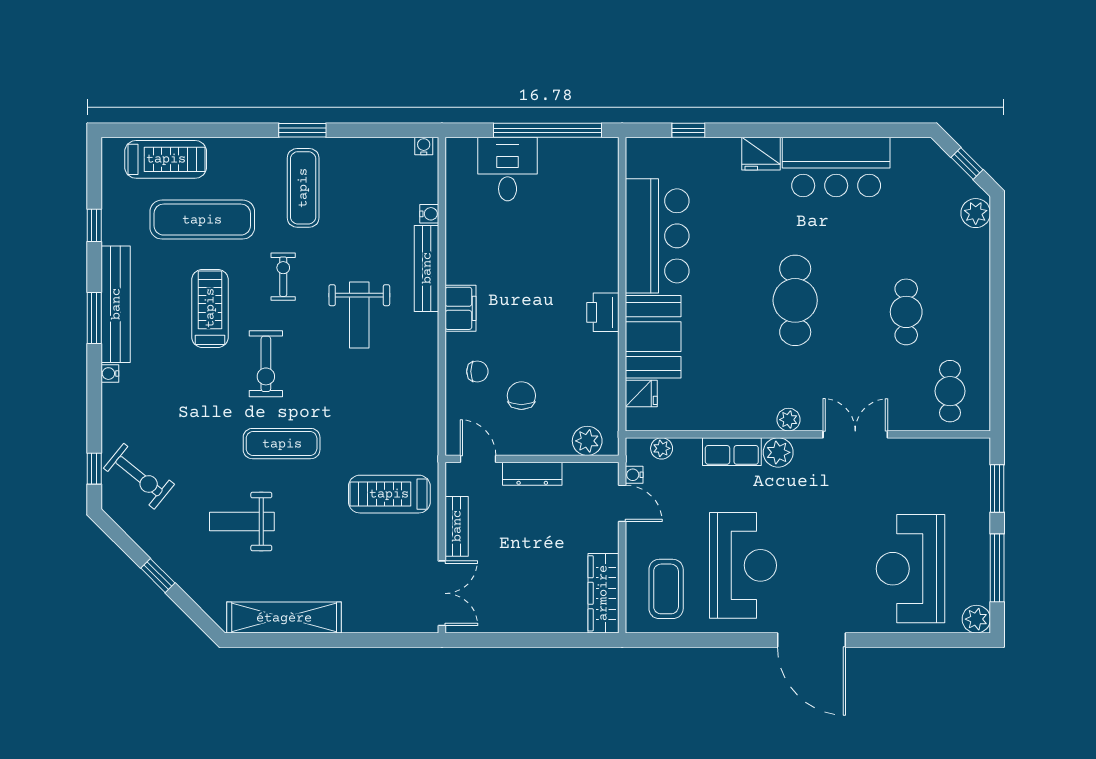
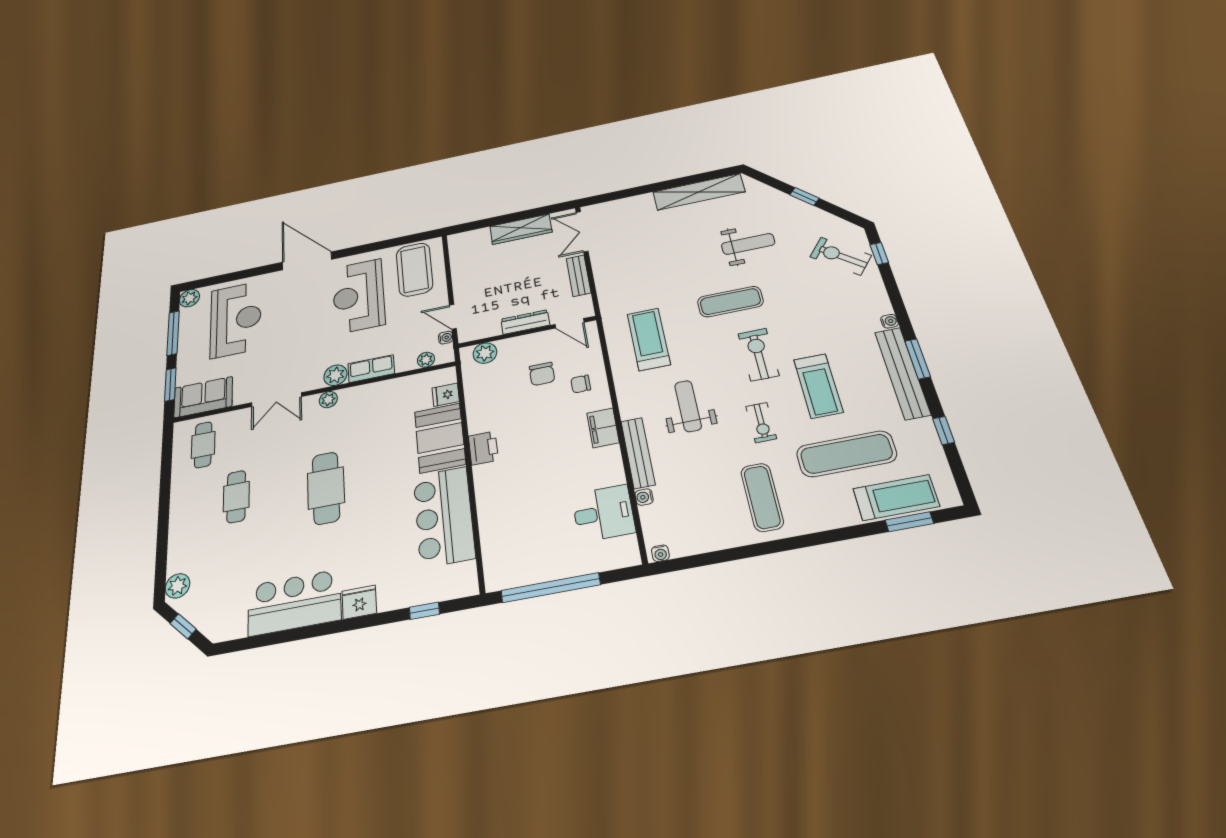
window: (302, 130) -> (909, 522), moved
treadmill: (166, 159) -> (896, 497), turned 180
desk: (508, 169) -> (603, 513), moved, turned -90
sofa: (952, 460) -> (203, 397), added
treadmill: (389, 494) -> (649, 339), moved, turned -90
coffee table: (666, 589) -> (414, 269), width x1.36, depth x1.32
wardrobe: (603, 593) -> (521, 229), moved, turned 90

